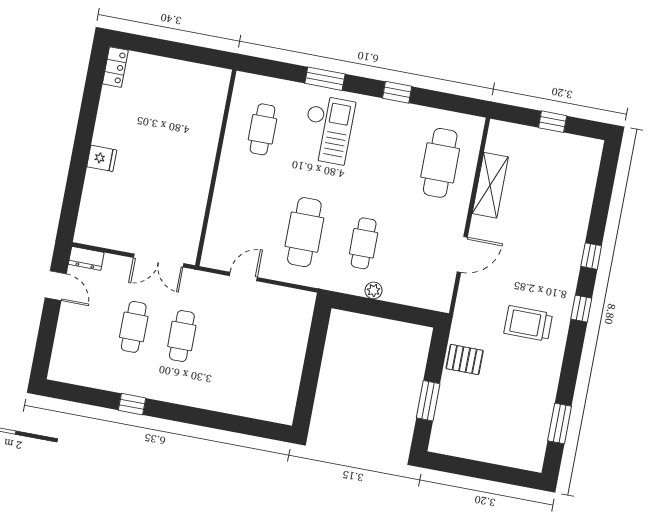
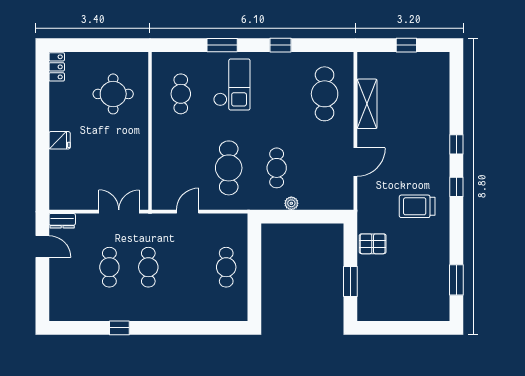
round table: (179, 114) -> (113, 94), added
double door: (159, 261) -> (119, 212), swing flipped
cafe table: (278, 354) -> (226, 267), added

